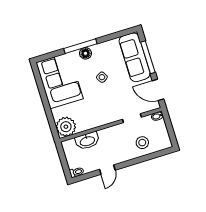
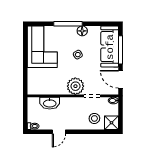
floor lamp: (85, 53) -> (82, 31), moved
plant: (66, 127) -> (75, 86), moved
shower: (163, 142) -> (111, 123), added

